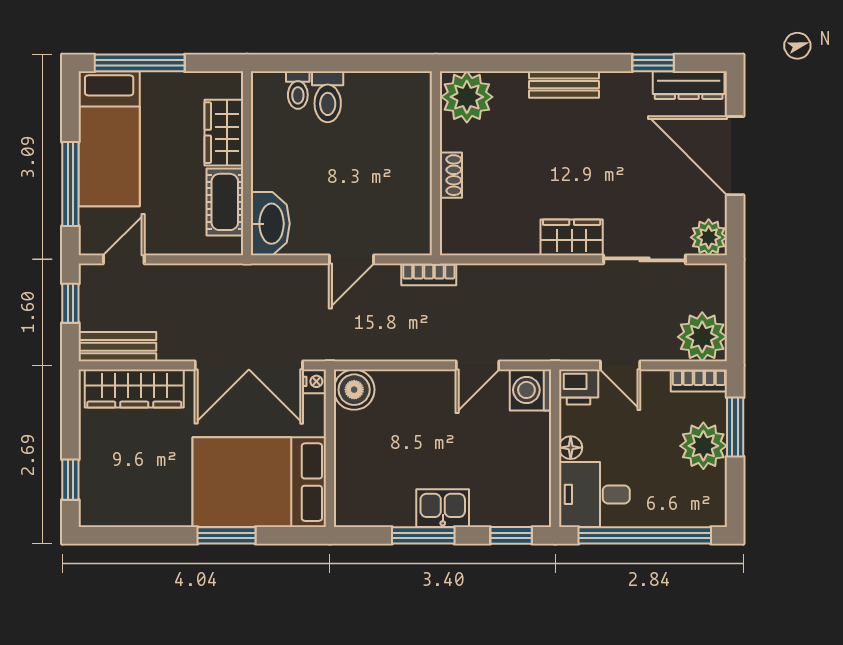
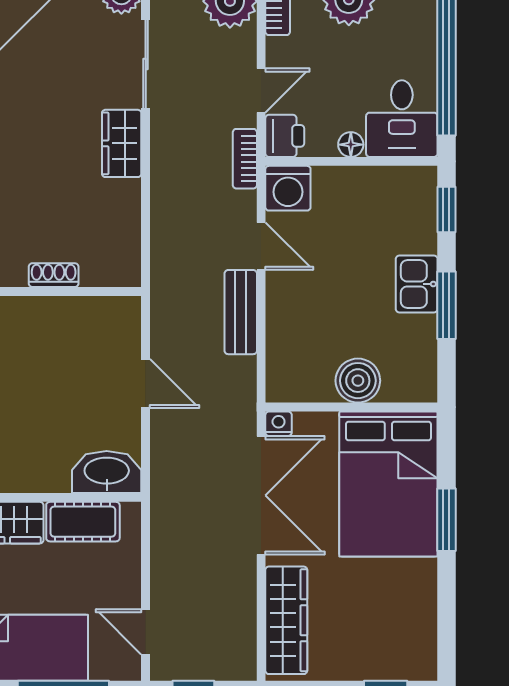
bookcase: (429, 274) -> (245, 159), moved, turned 180
bench: (117, 347) -> (241, 312), moved
boiler: (354, 390) -> (358, 381), moved

